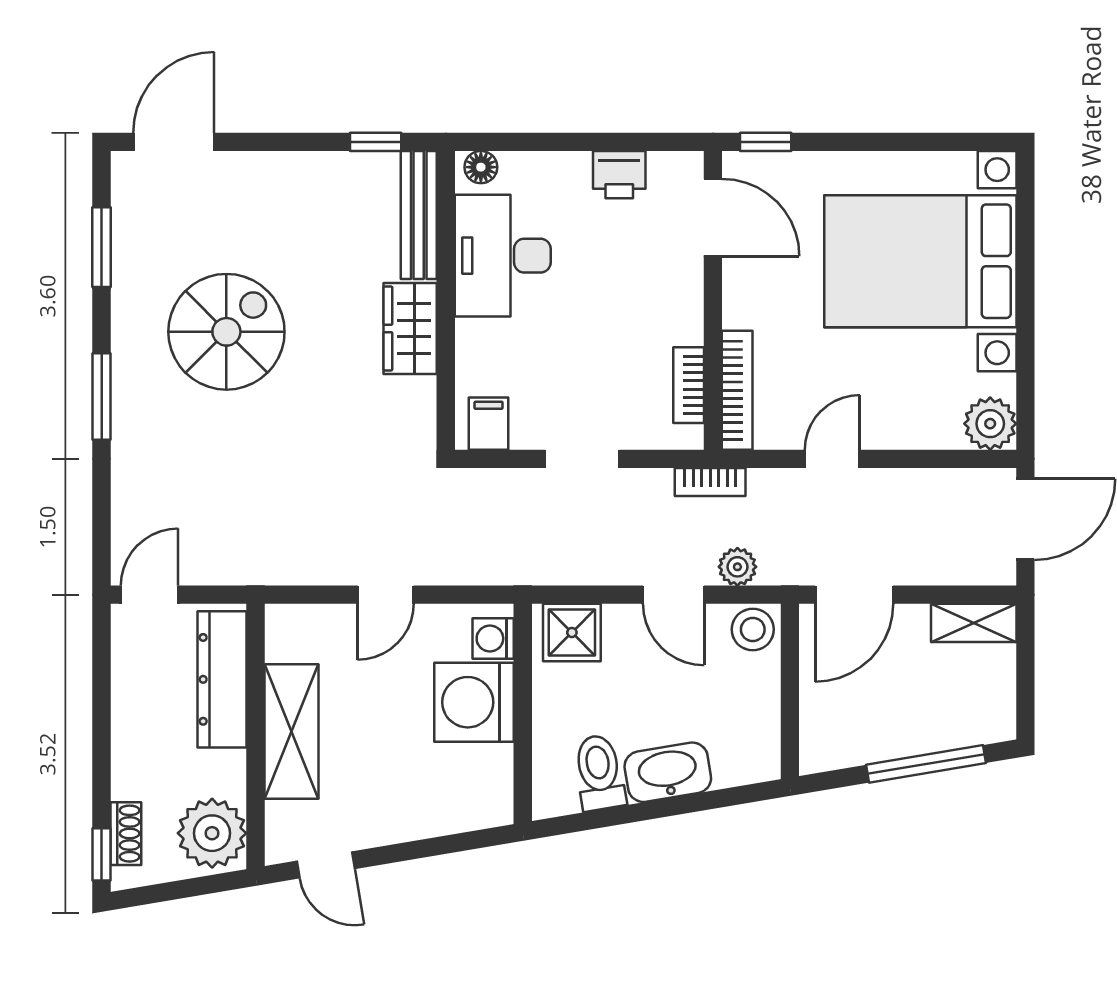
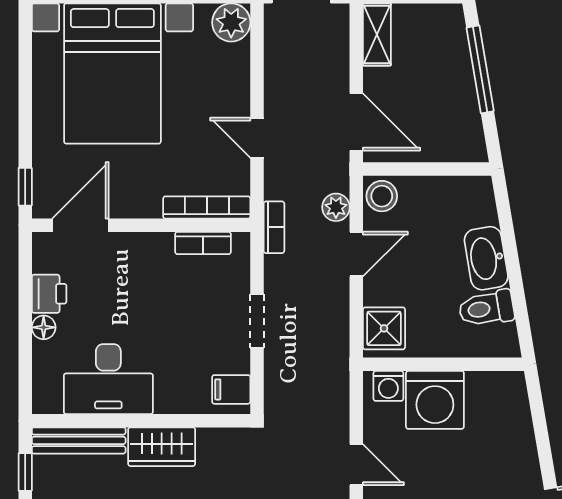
floor lamp: (481, 167) -> (44, 327), moved

